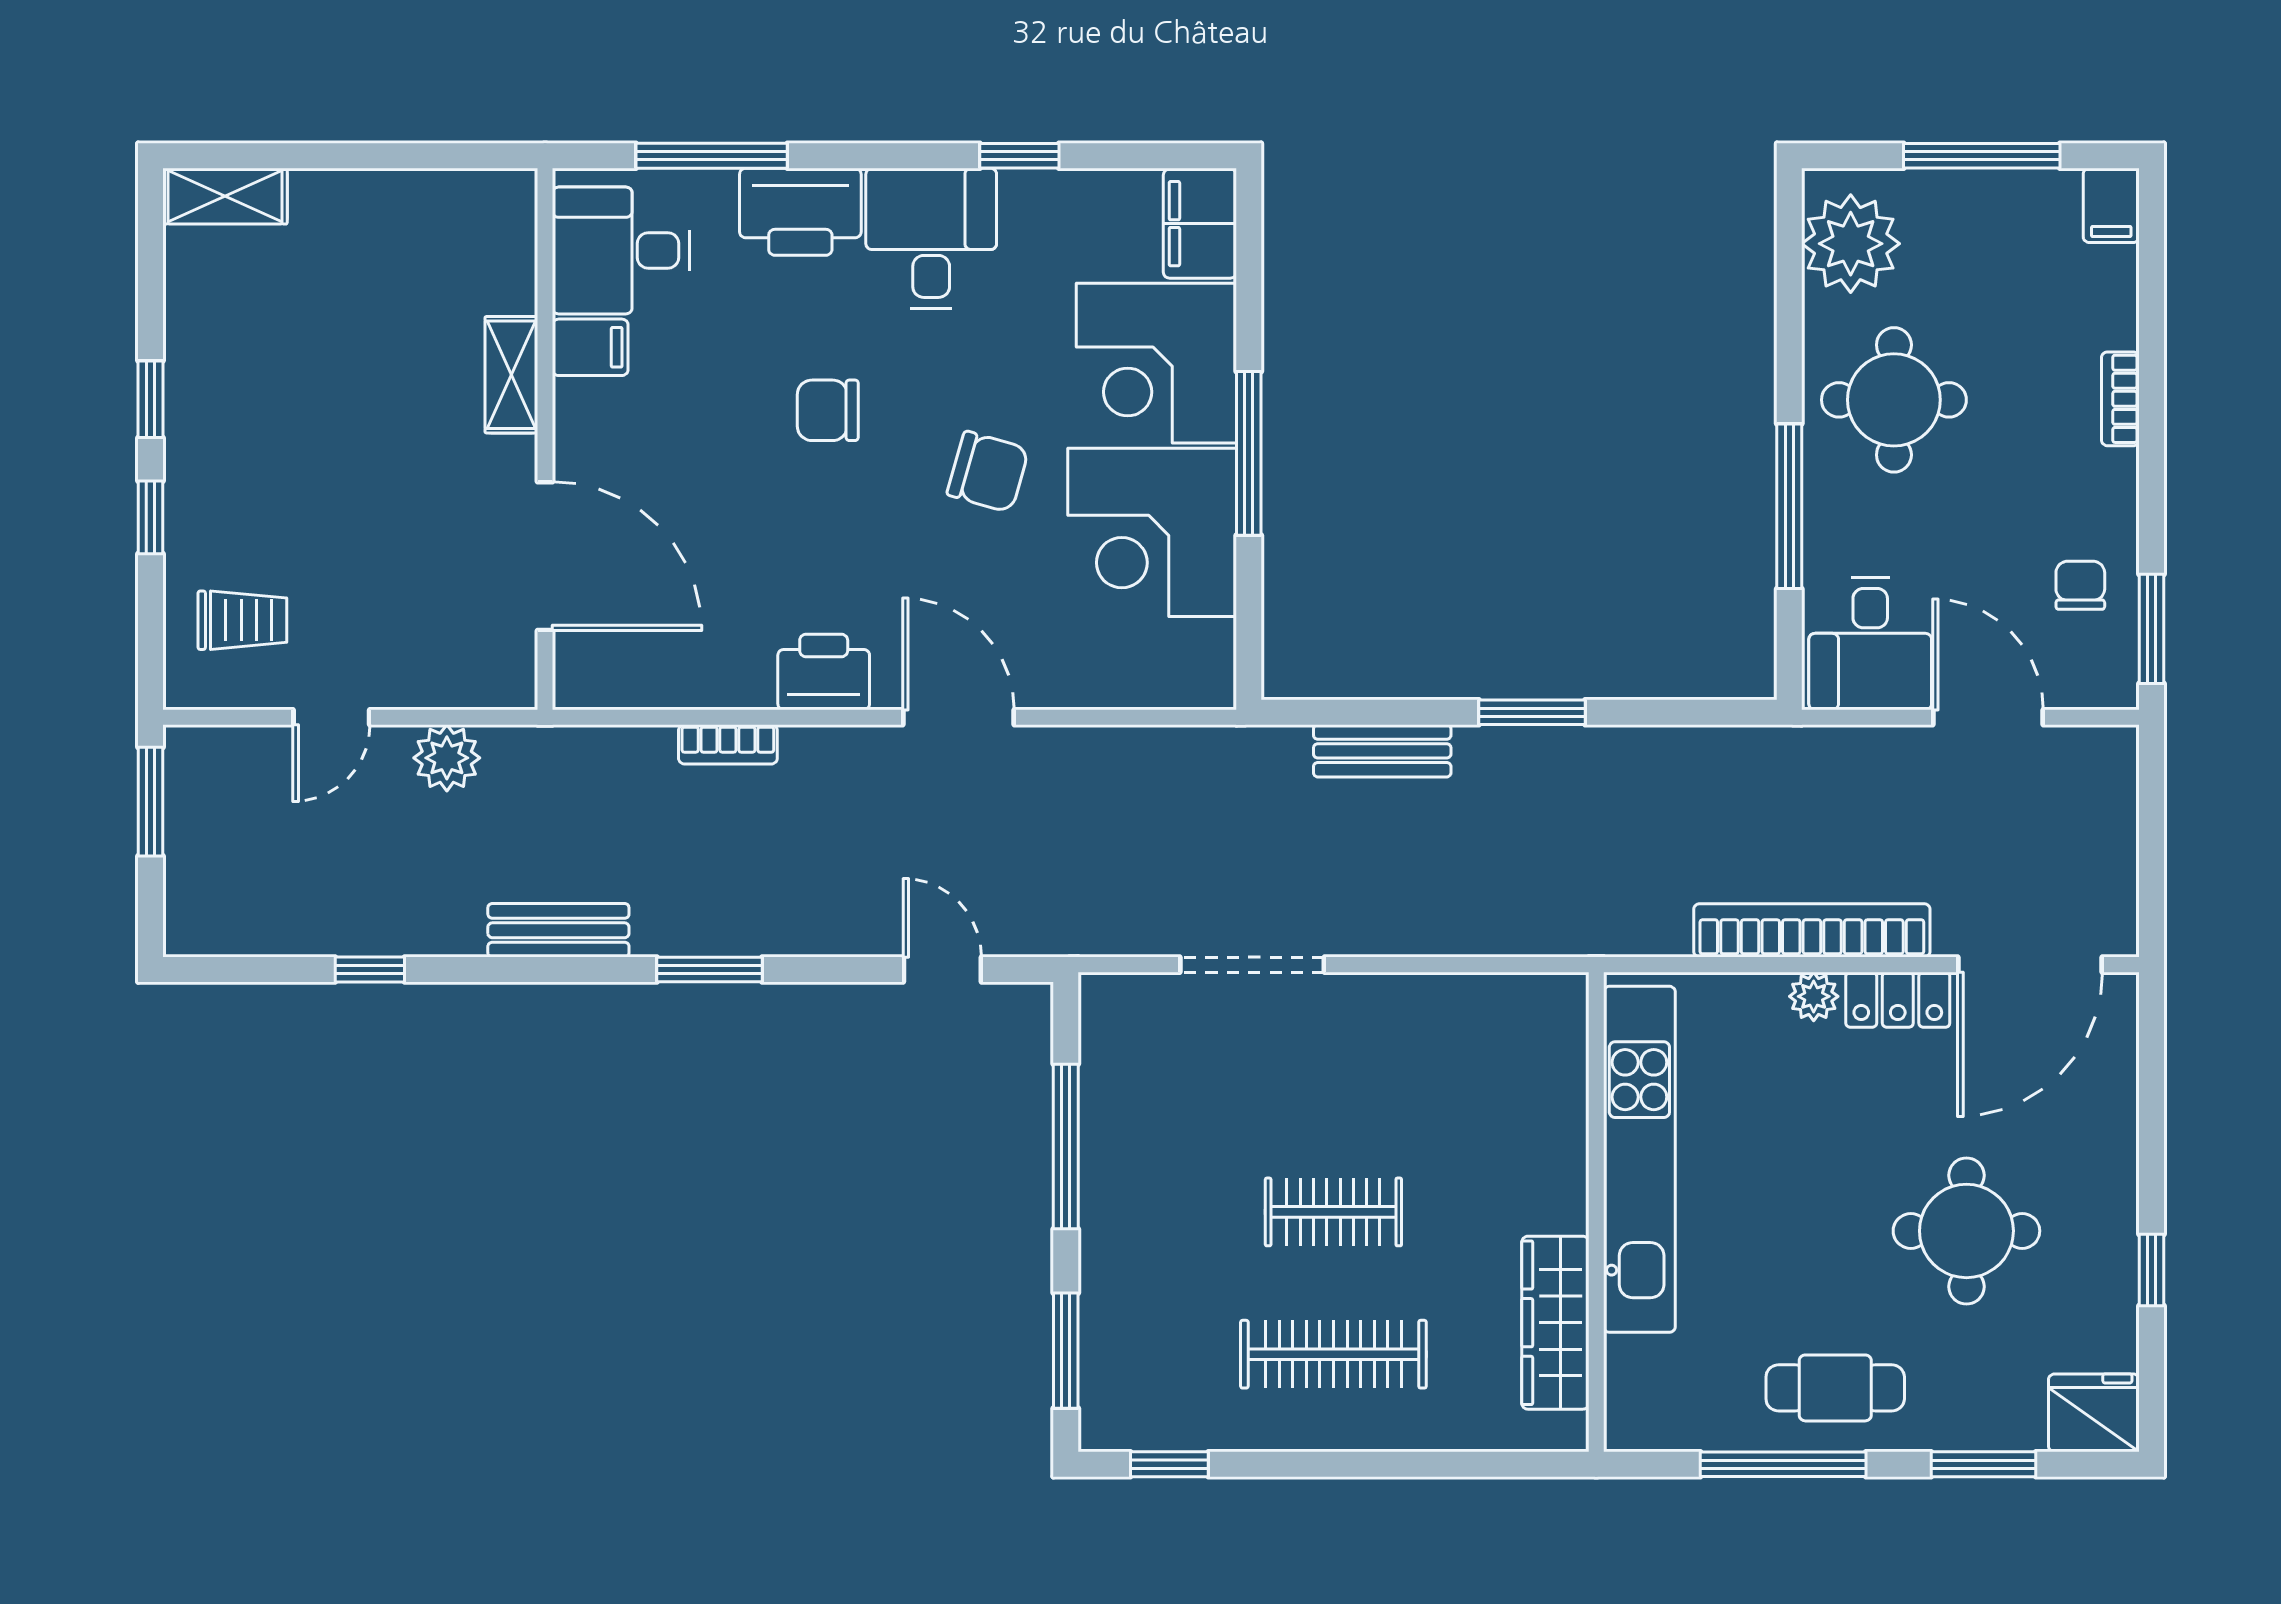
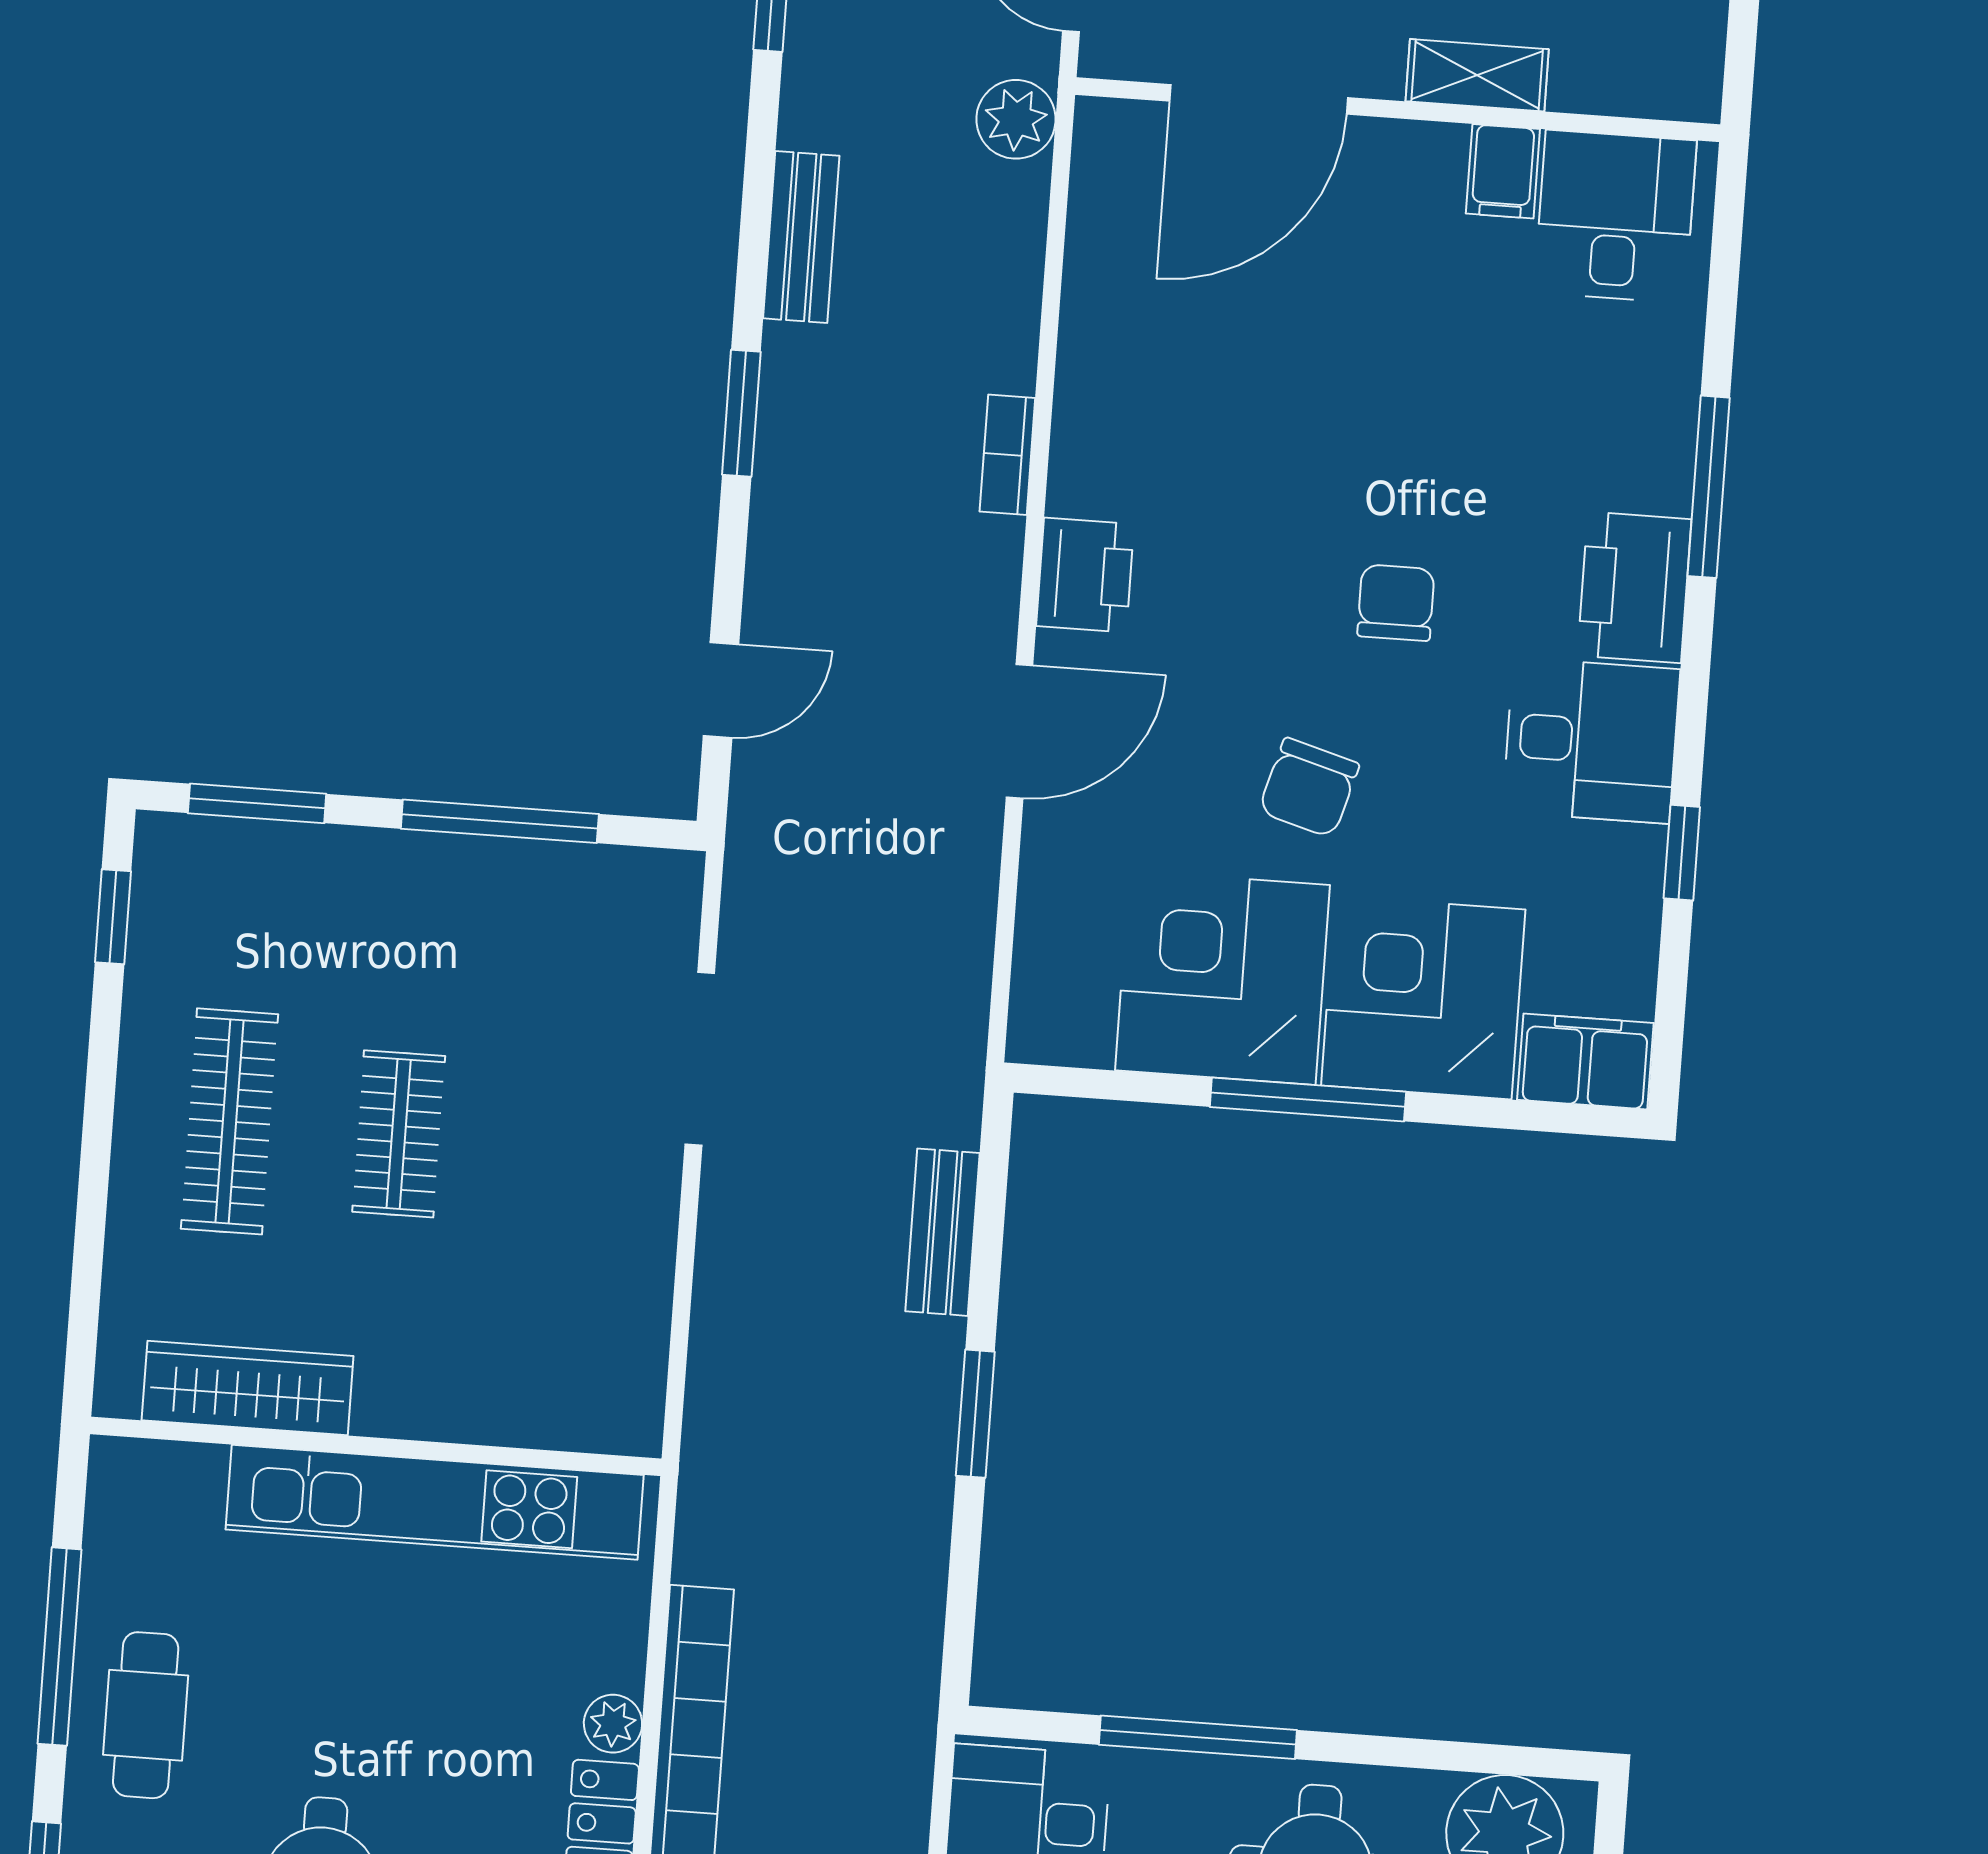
desk: (621, 250) -> (1615, 216), moved
filing cabinet: (590, 347) -> (1503, 171), moved
shelving: (511, 375) -> (1477, 75), moved
wall: (545, 439) -> (1398, 110), moved
door: (545, 556) -> (1259, 99), moved

